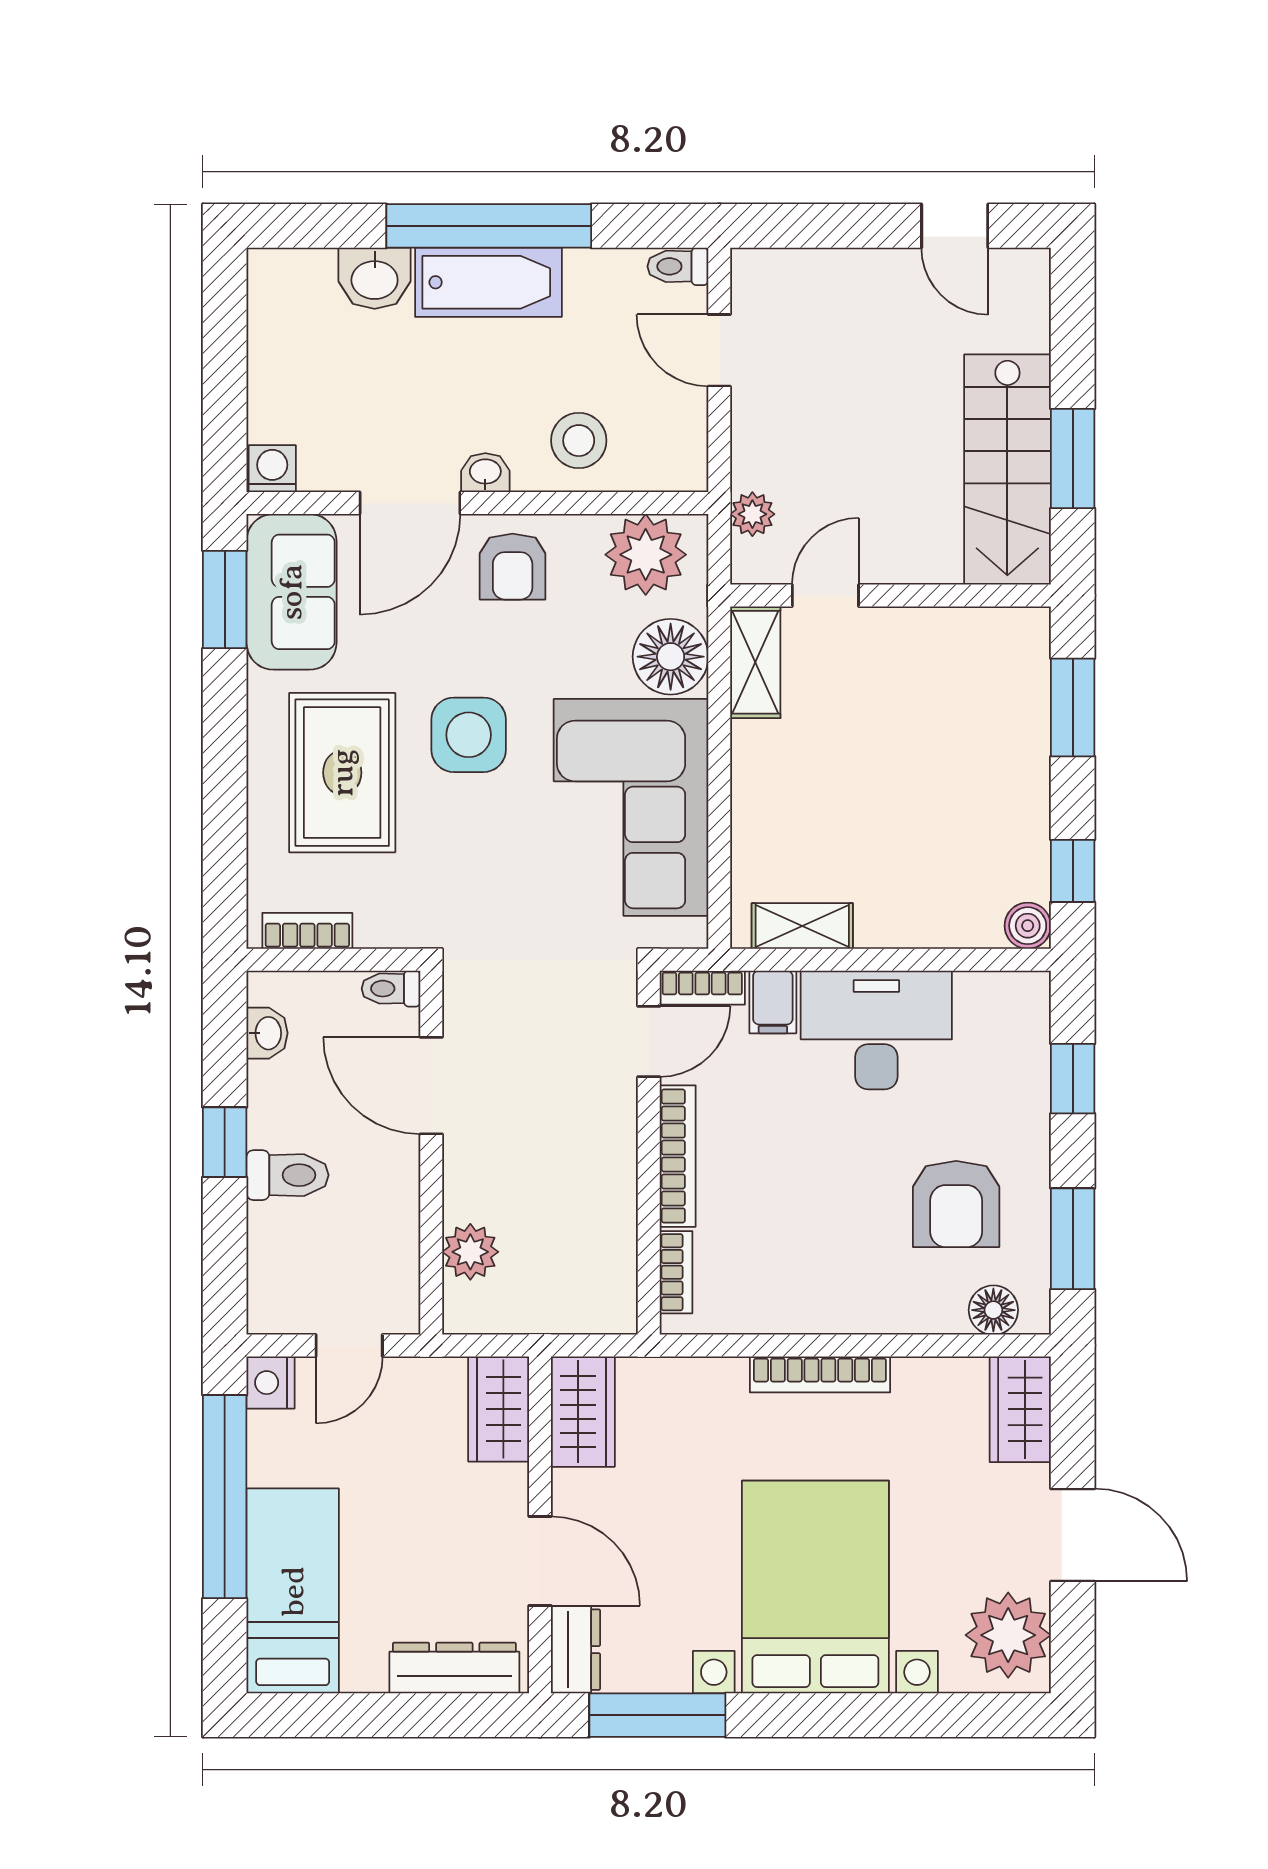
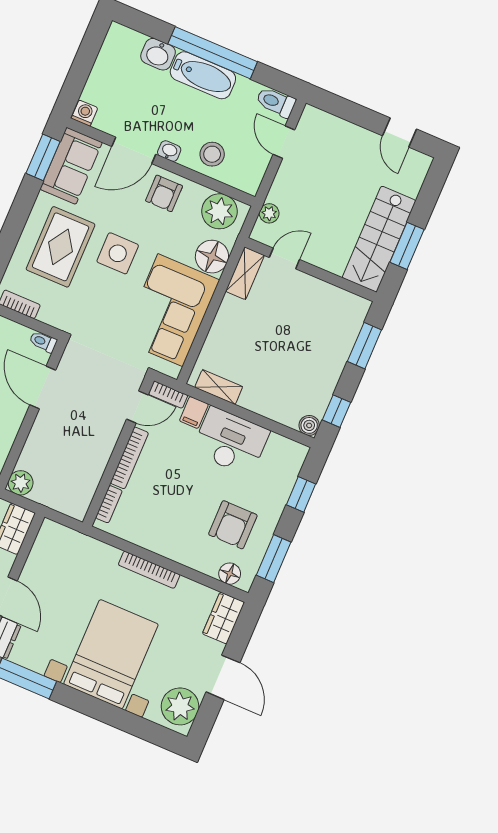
toilet: (678, 266) -> (276, 102), width x1.37, depth x1.39
plant: (470, 1252) -> (21, 483), moved
wardrobe: (583, 1412) -> (48, 544), removed

